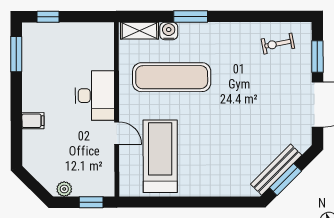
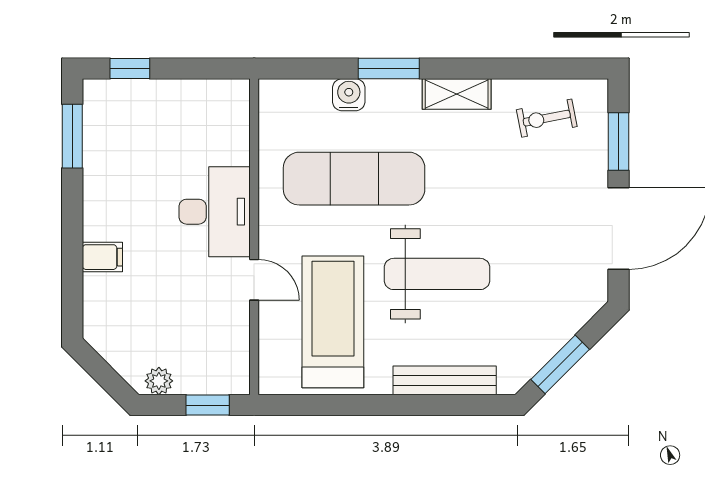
shelving: (139, 31) -> (457, 94), moved
weight bench: (217, 130) -> (437, 274), added
bench: (276, 170) -> (445, 380), moved, turned 45

